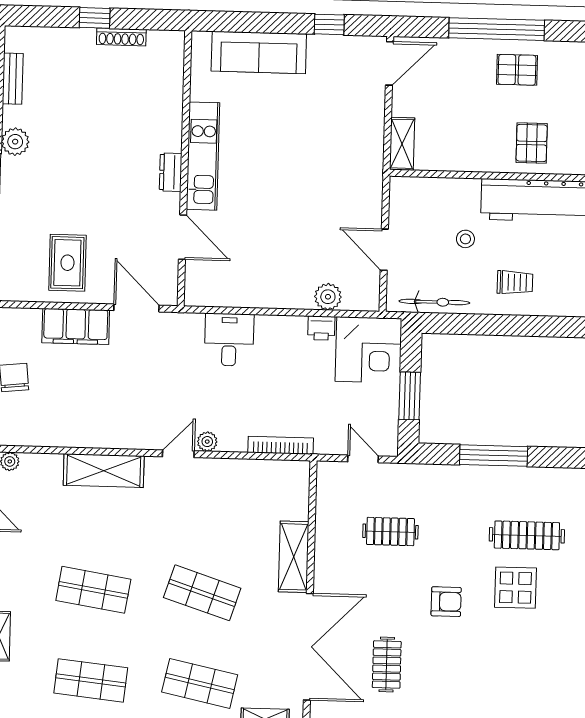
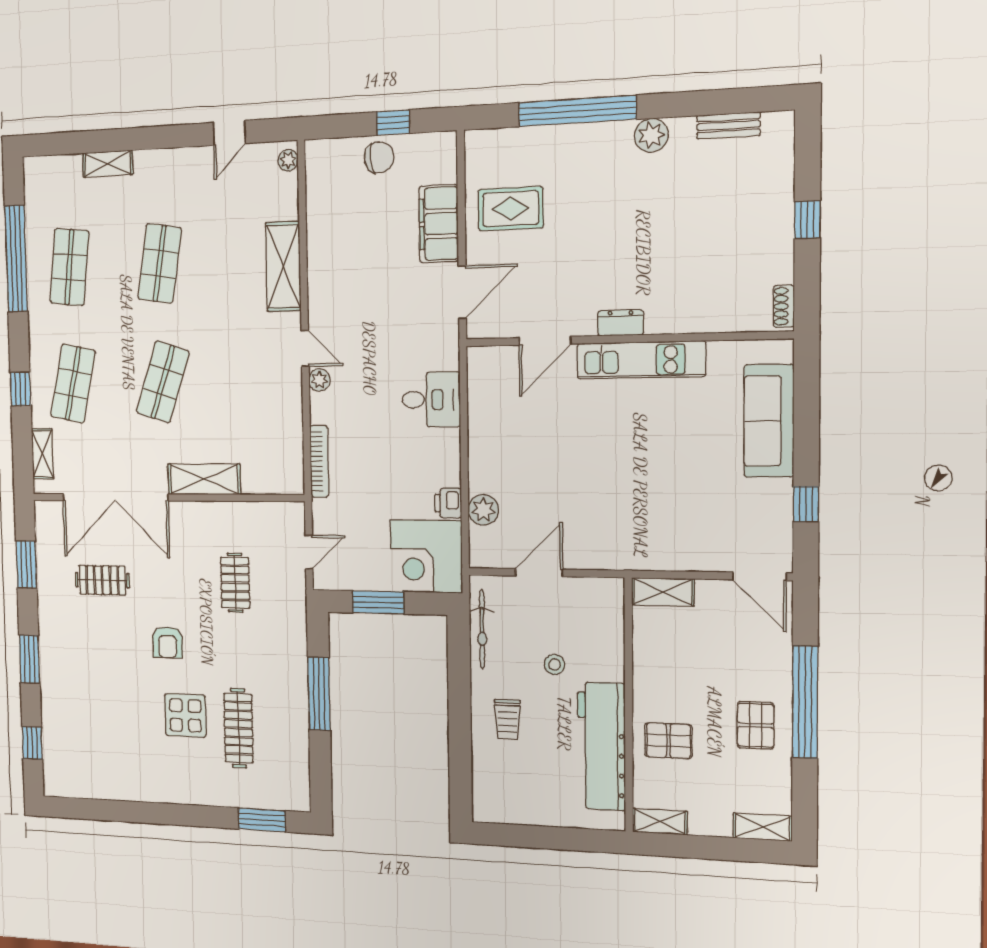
shoe rack: (121, 37) -> (784, 306), moved, width x0.70

